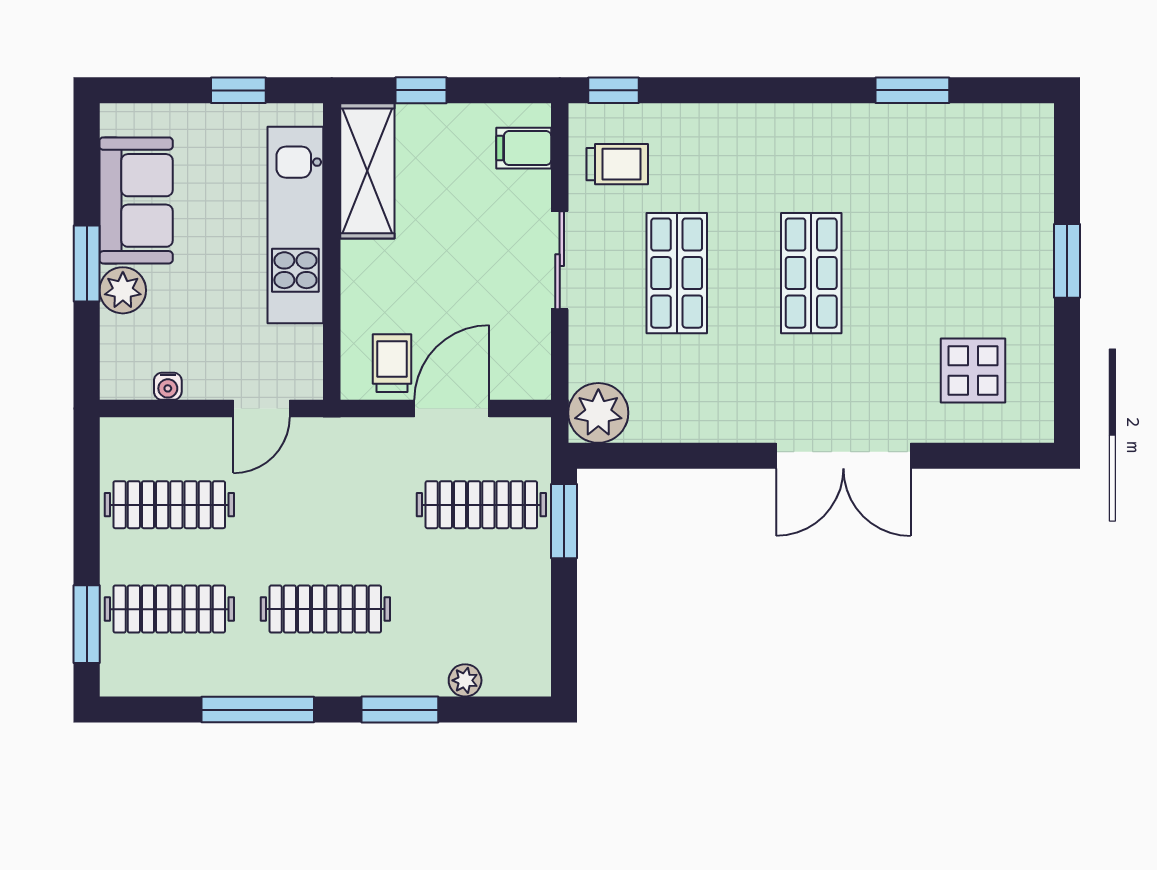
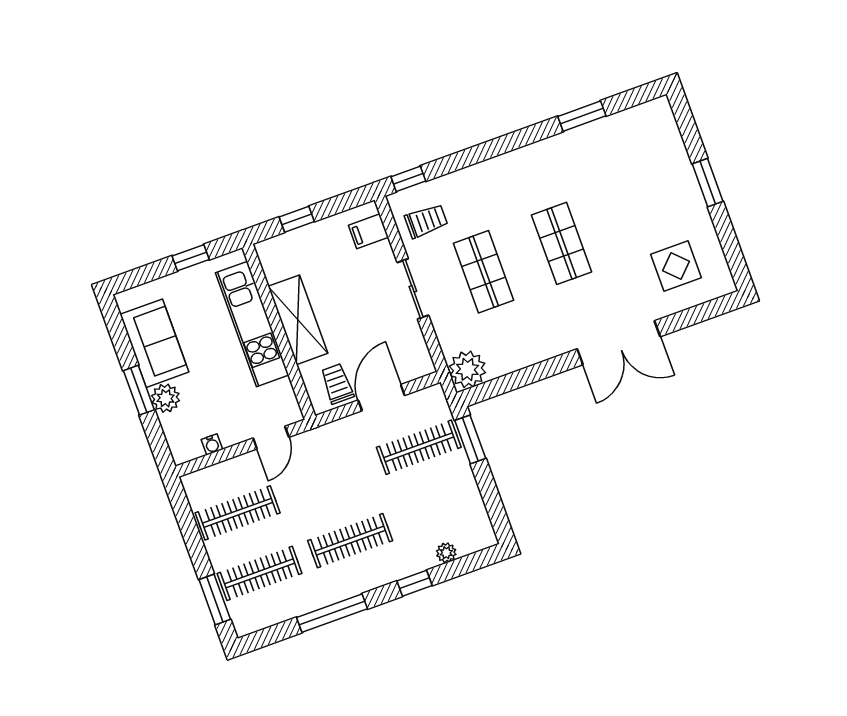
shelving: (367, 171) -> (298, 320), moved
window: (400, 710) -> (415, 583), width x0.67

